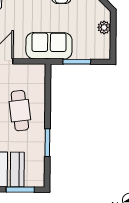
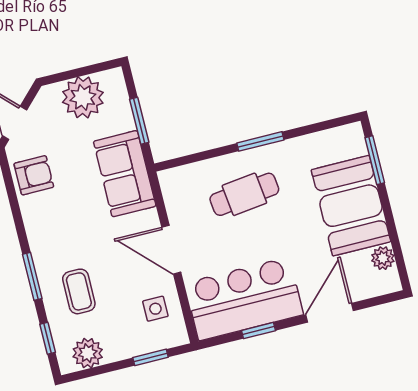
plant: (104, 27) -> (83, 97), width x1.87, depth x1.87
window: (47, 143) -> (260, 141), moved

